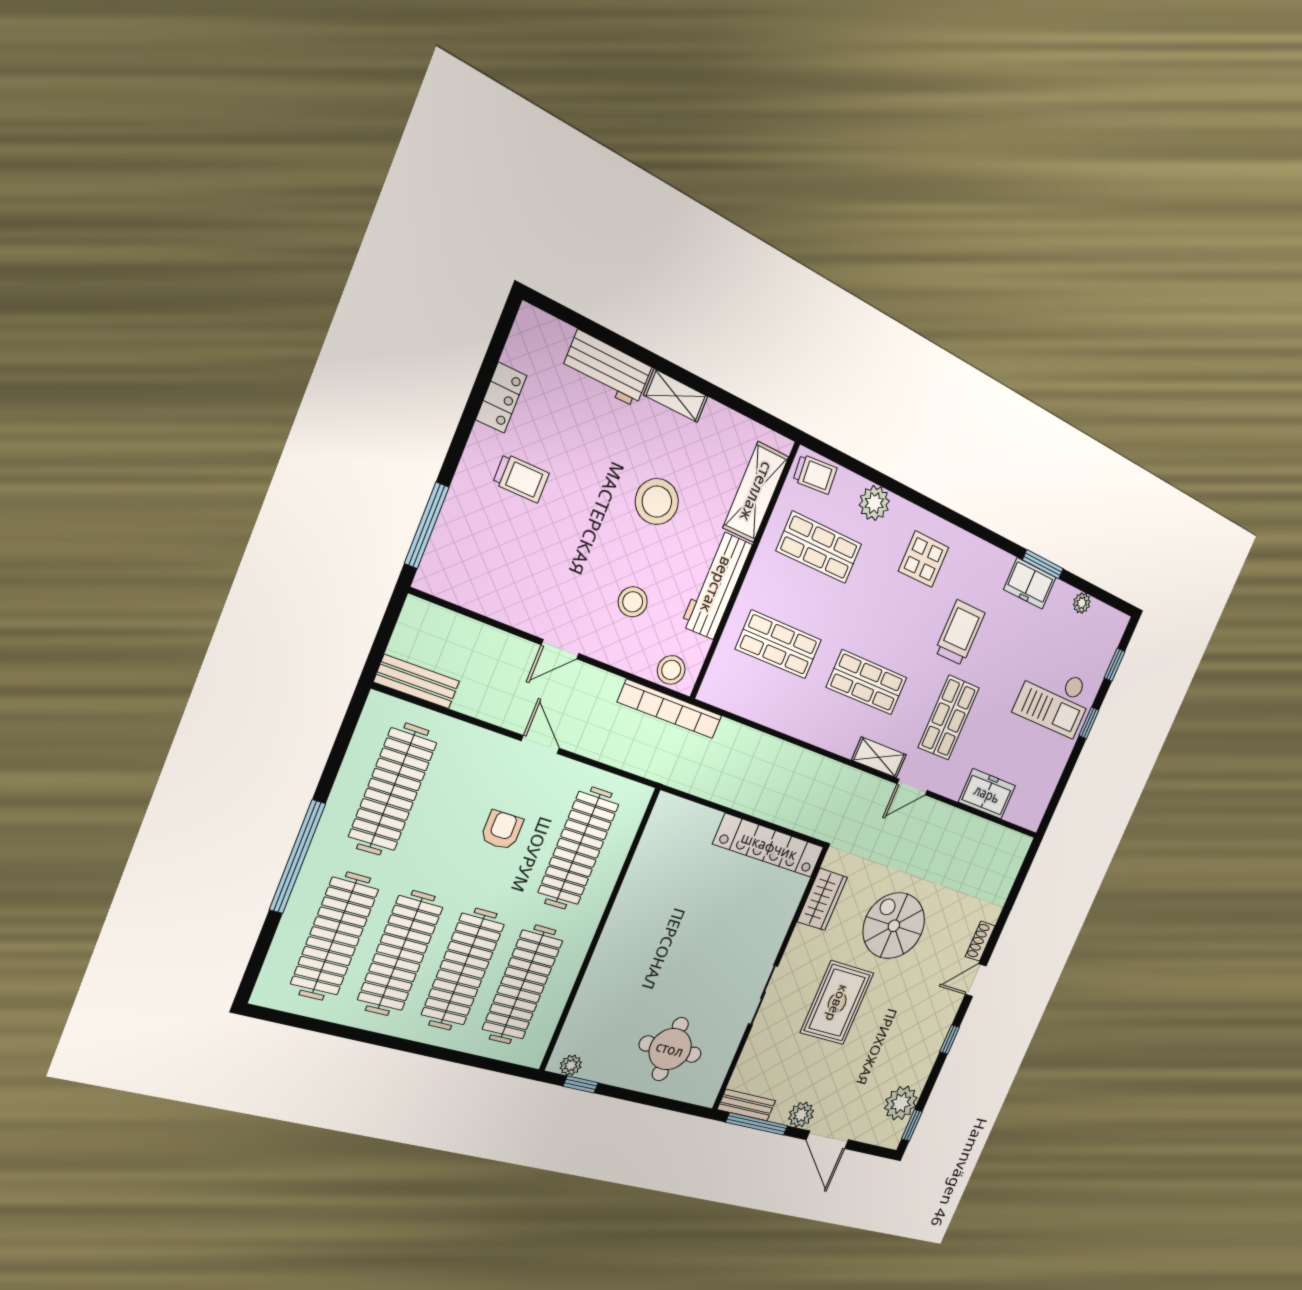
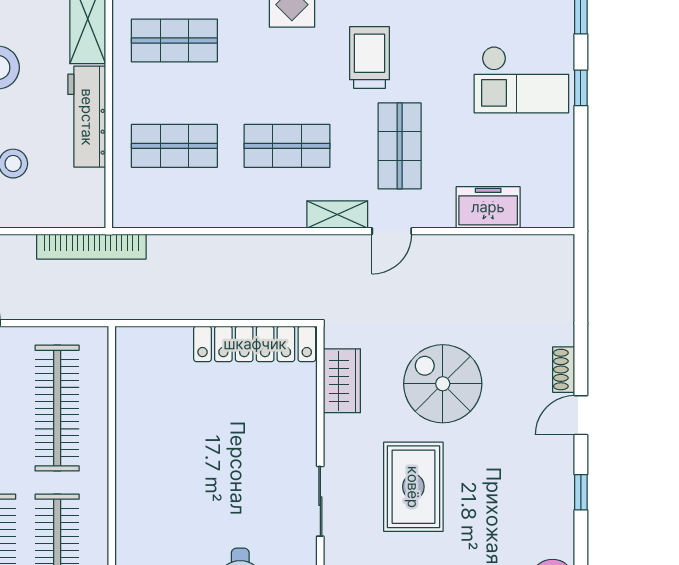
stool: (671, 670) -> (76, 210), removed

